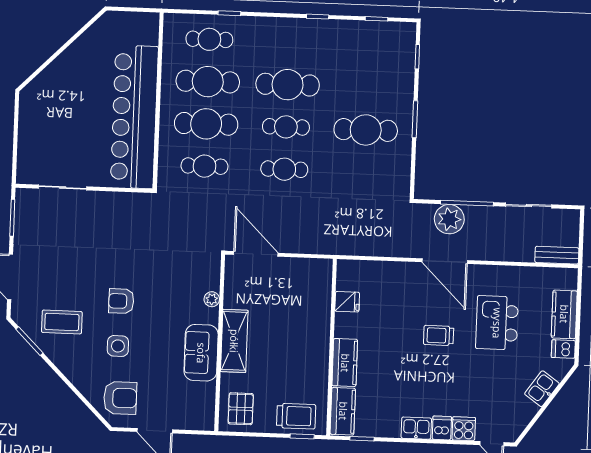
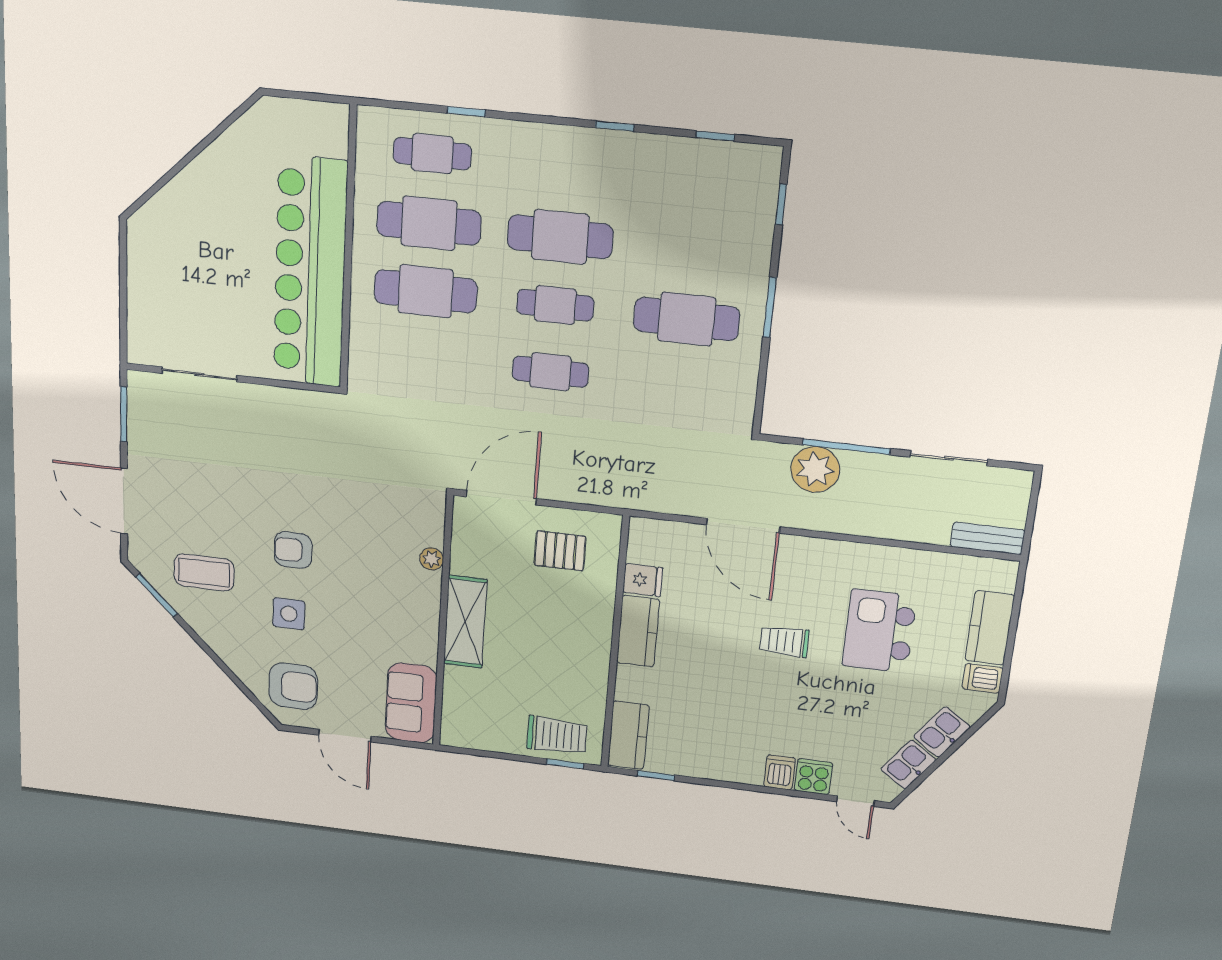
cafe table: (205, 166) -> (422, 358), removed
door: (256, 254) -> (501, 498), hinge flipped
door: (445, 261) -> (743, 526), moved
sofa: (201, 353) -> (411, 703), moved
kitchen counter: (345, 363) -> (638, 631), moved
pallet: (241, 409) -> (560, 551), moved, turned 90
kitchen sink: (416, 428) -> (908, 764), moved, turned -55

